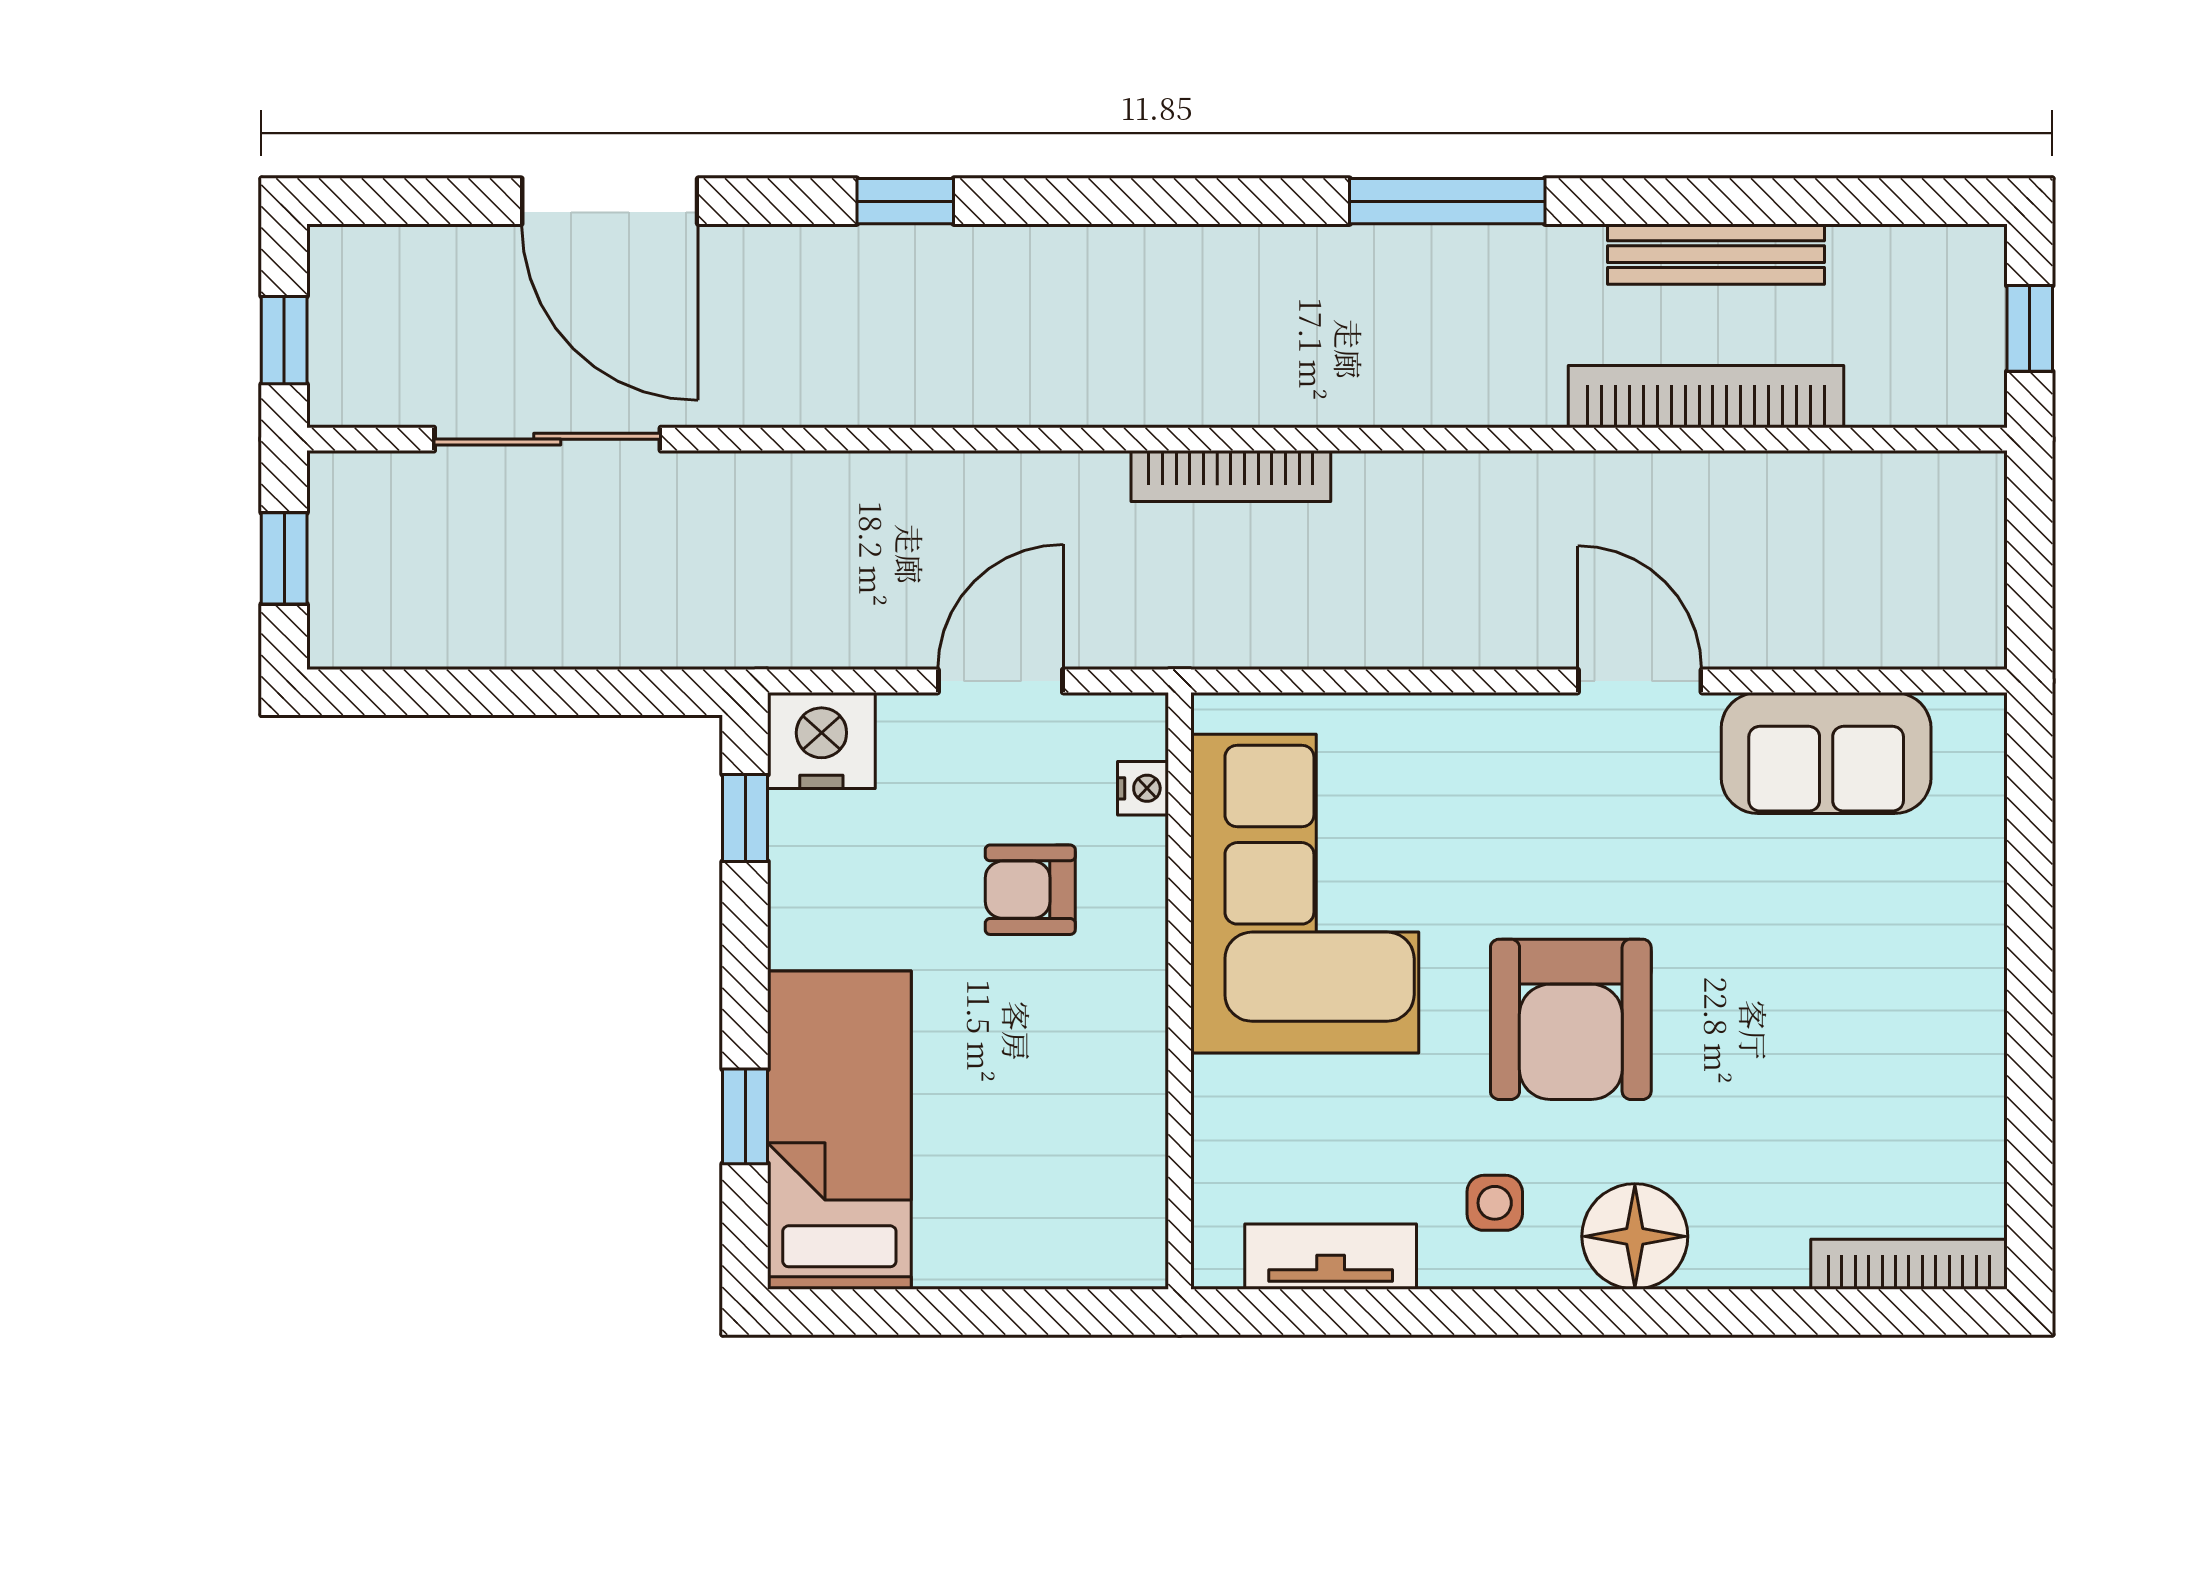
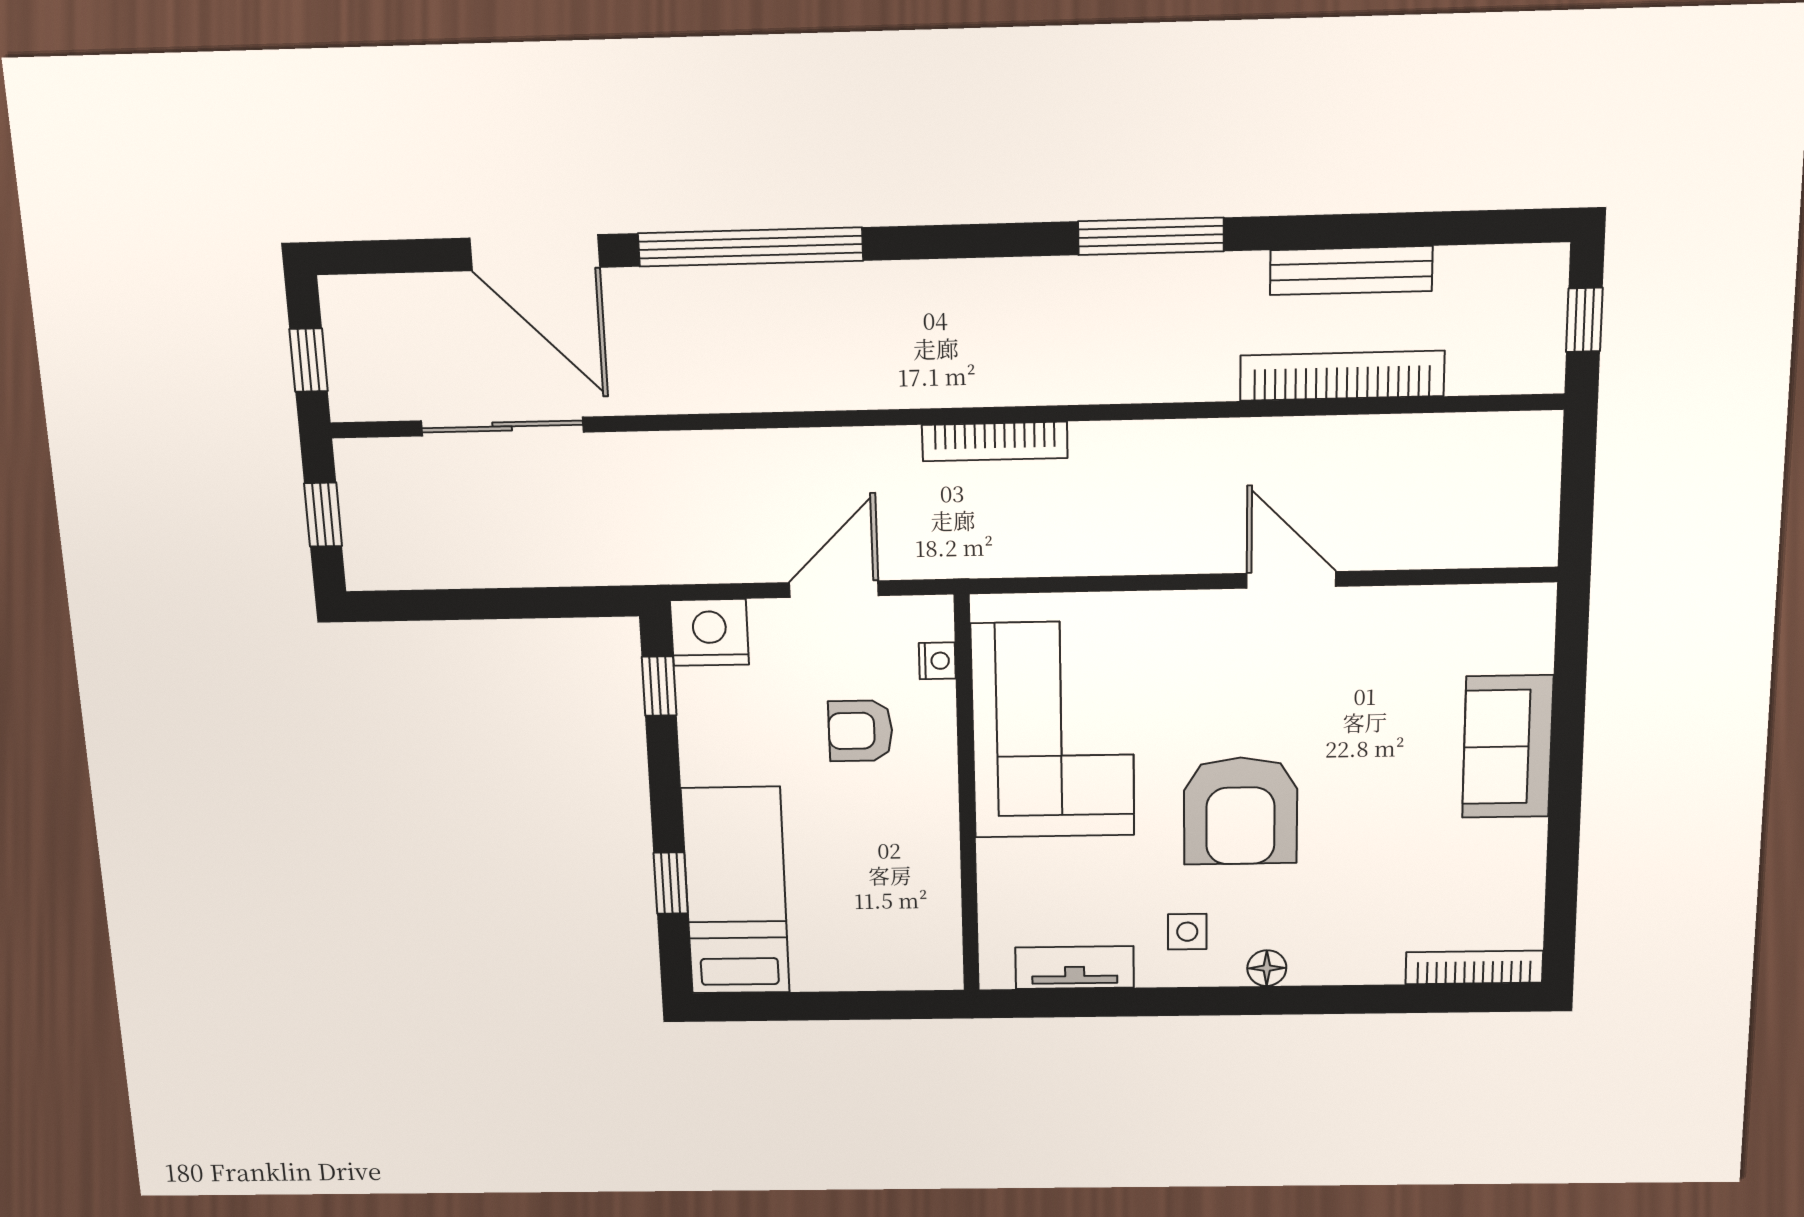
window: (905, 201) -> (750, 247), width x3.17
sofa: (1826, 753) -> (1508, 747), moved, turned 90
floor lamp: (1635, 1236) -> (1267, 968), width x0.53, depth x0.53

